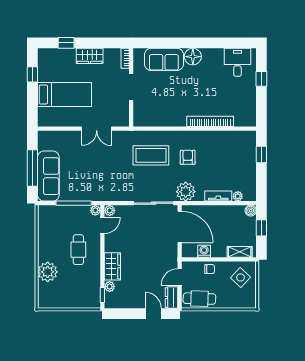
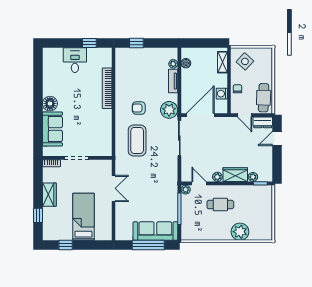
desk: (237, 62) -> (75, 60), moved, turned 90
window: (261, 79) -> (89, 43), moved
plant: (110, 210) -> (217, 177), moved
boiler: (251, 211) -> (186, 63), moved
window: (261, 228) -> (201, 43), removed

